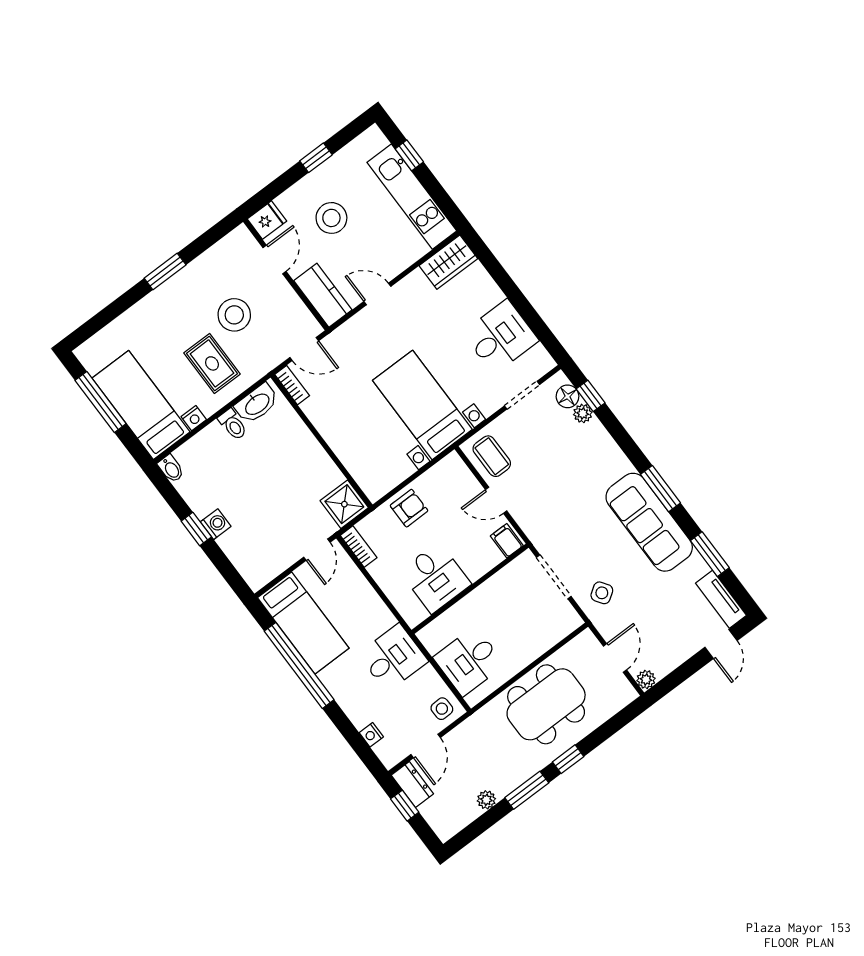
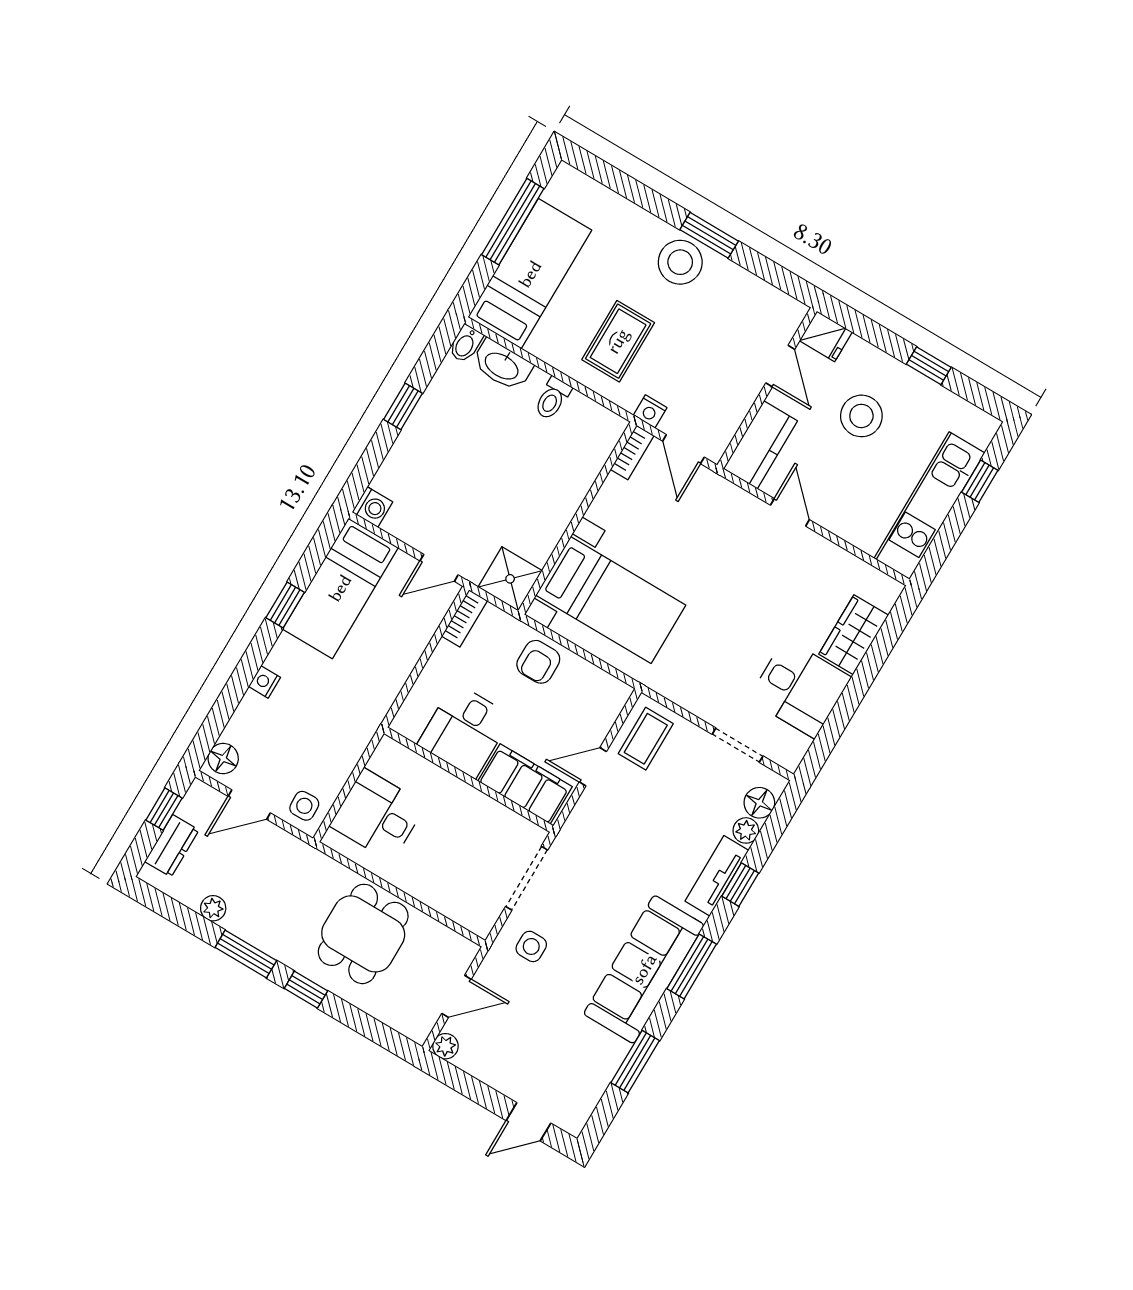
door: (275, 260) -> (780, 366), hinge flipped
wardrobe: (448, 262) -> (854, 635), moved, turned 90
stool: (234, 315) -> (680, 262), moved
window: (591, 396) -> (740, 885), moved
washbasin: (257, 404) -> (502, 365), moved
bed with nightstands: (422, 405) -> (611, 600), moved, turned 90
nightstand: (194, 418) -> (650, 411), moved
door: (496, 500) -> (593, 767), hinge flipped
armchair: (409, 508) -> (538, 662), turned 90
washing machine: (216, 524) -> (372, 507), moved
filing cabinet: (507, 541) -> (525, 784), width x3.00, depth x1.17
side table: (602, 593) -> (531, 946), turned 34
tv unit: (721, 599) -> (717, 876), moved
desk: (393, 658) -> (343, 719), removed
window: (299, 665) -> (285, 605), width x0.32
dining table: (546, 704) -> (363, 934), width x0.73
nightstand: (371, 735) -> (265, 682), moved
floor lamp: (387, 751) -> (223, 759), added
dresser: (412, 785) -> (172, 846), moved

